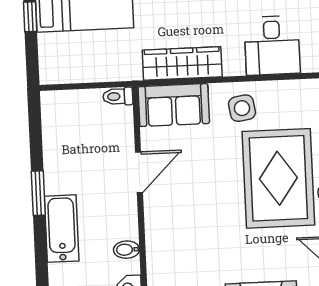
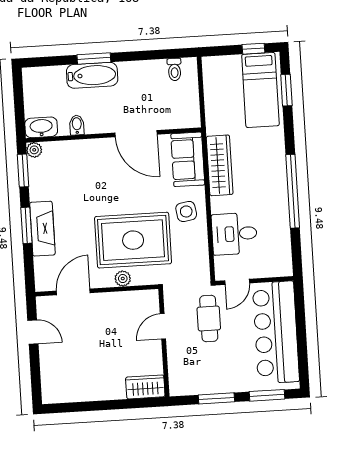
toilet: (118, 96) -> (174, 69), moved, turned 180
door: (139, 172) -> (136, 134), width x1.36
window: (38, 193) -> (94, 58), moved

